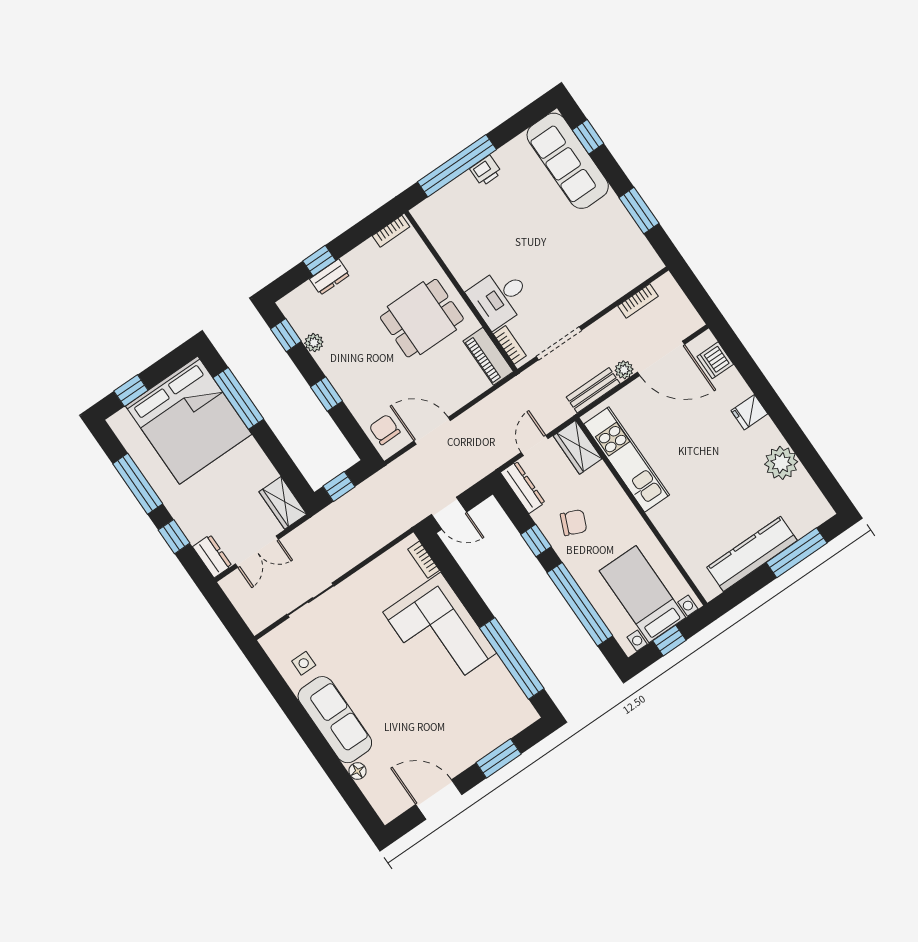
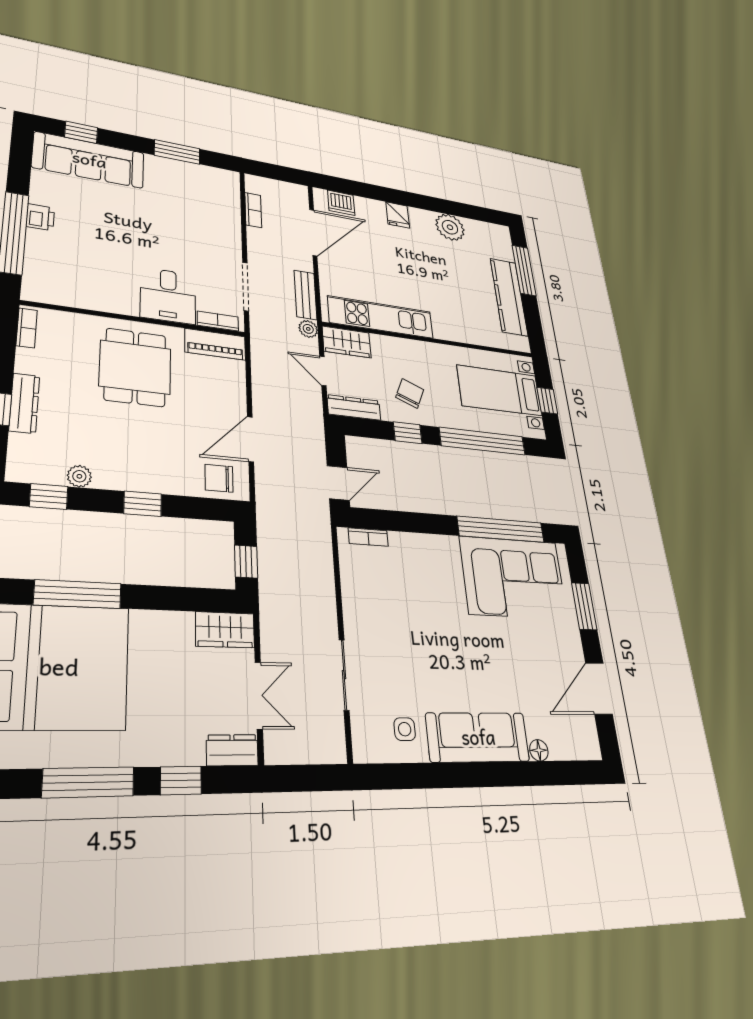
dresser: (330, 277) -> (24, 403), width x1.44
plant: (624, 370) -> (308, 329), moved
corner sofa: (440, 633) -> (514, 578), moved

